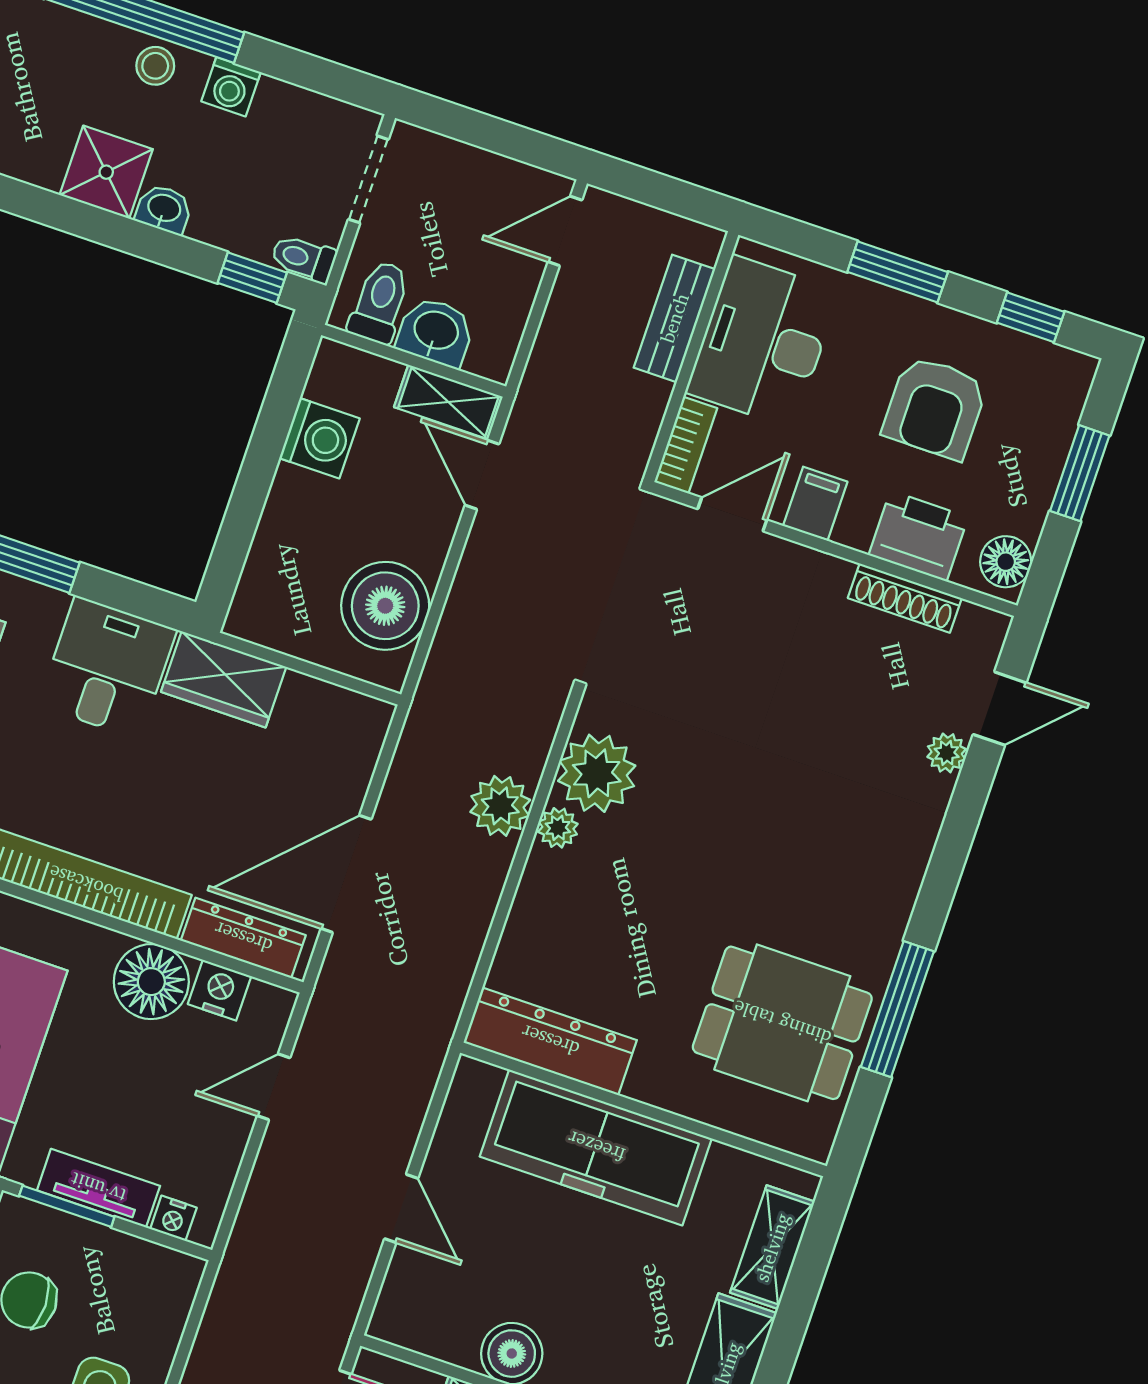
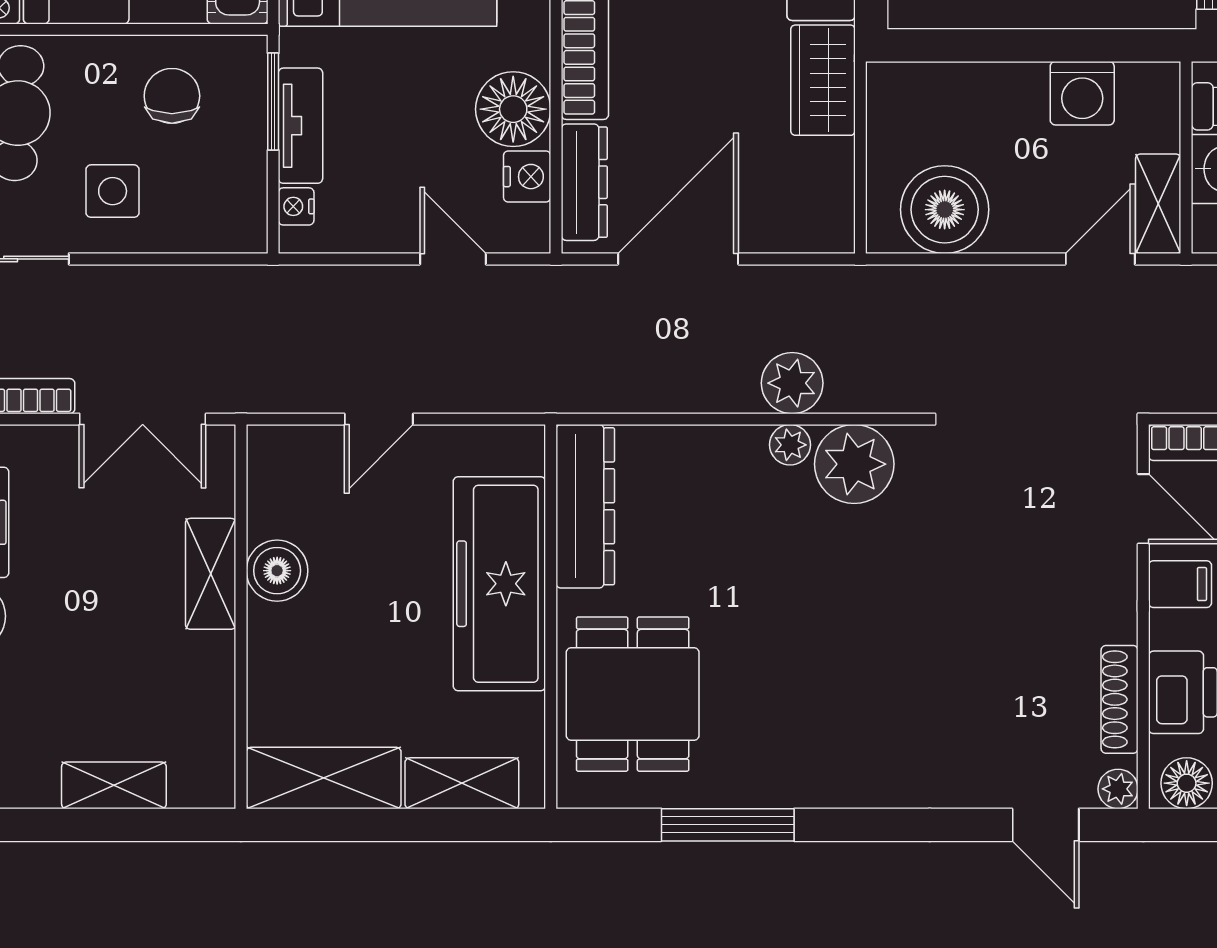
plant: (947, 753) -> (1118, 789), moved
door: (346, 874) -> (678, 259), hinge flipped
dining table: (782, 1023) -> (633, 694), moved

